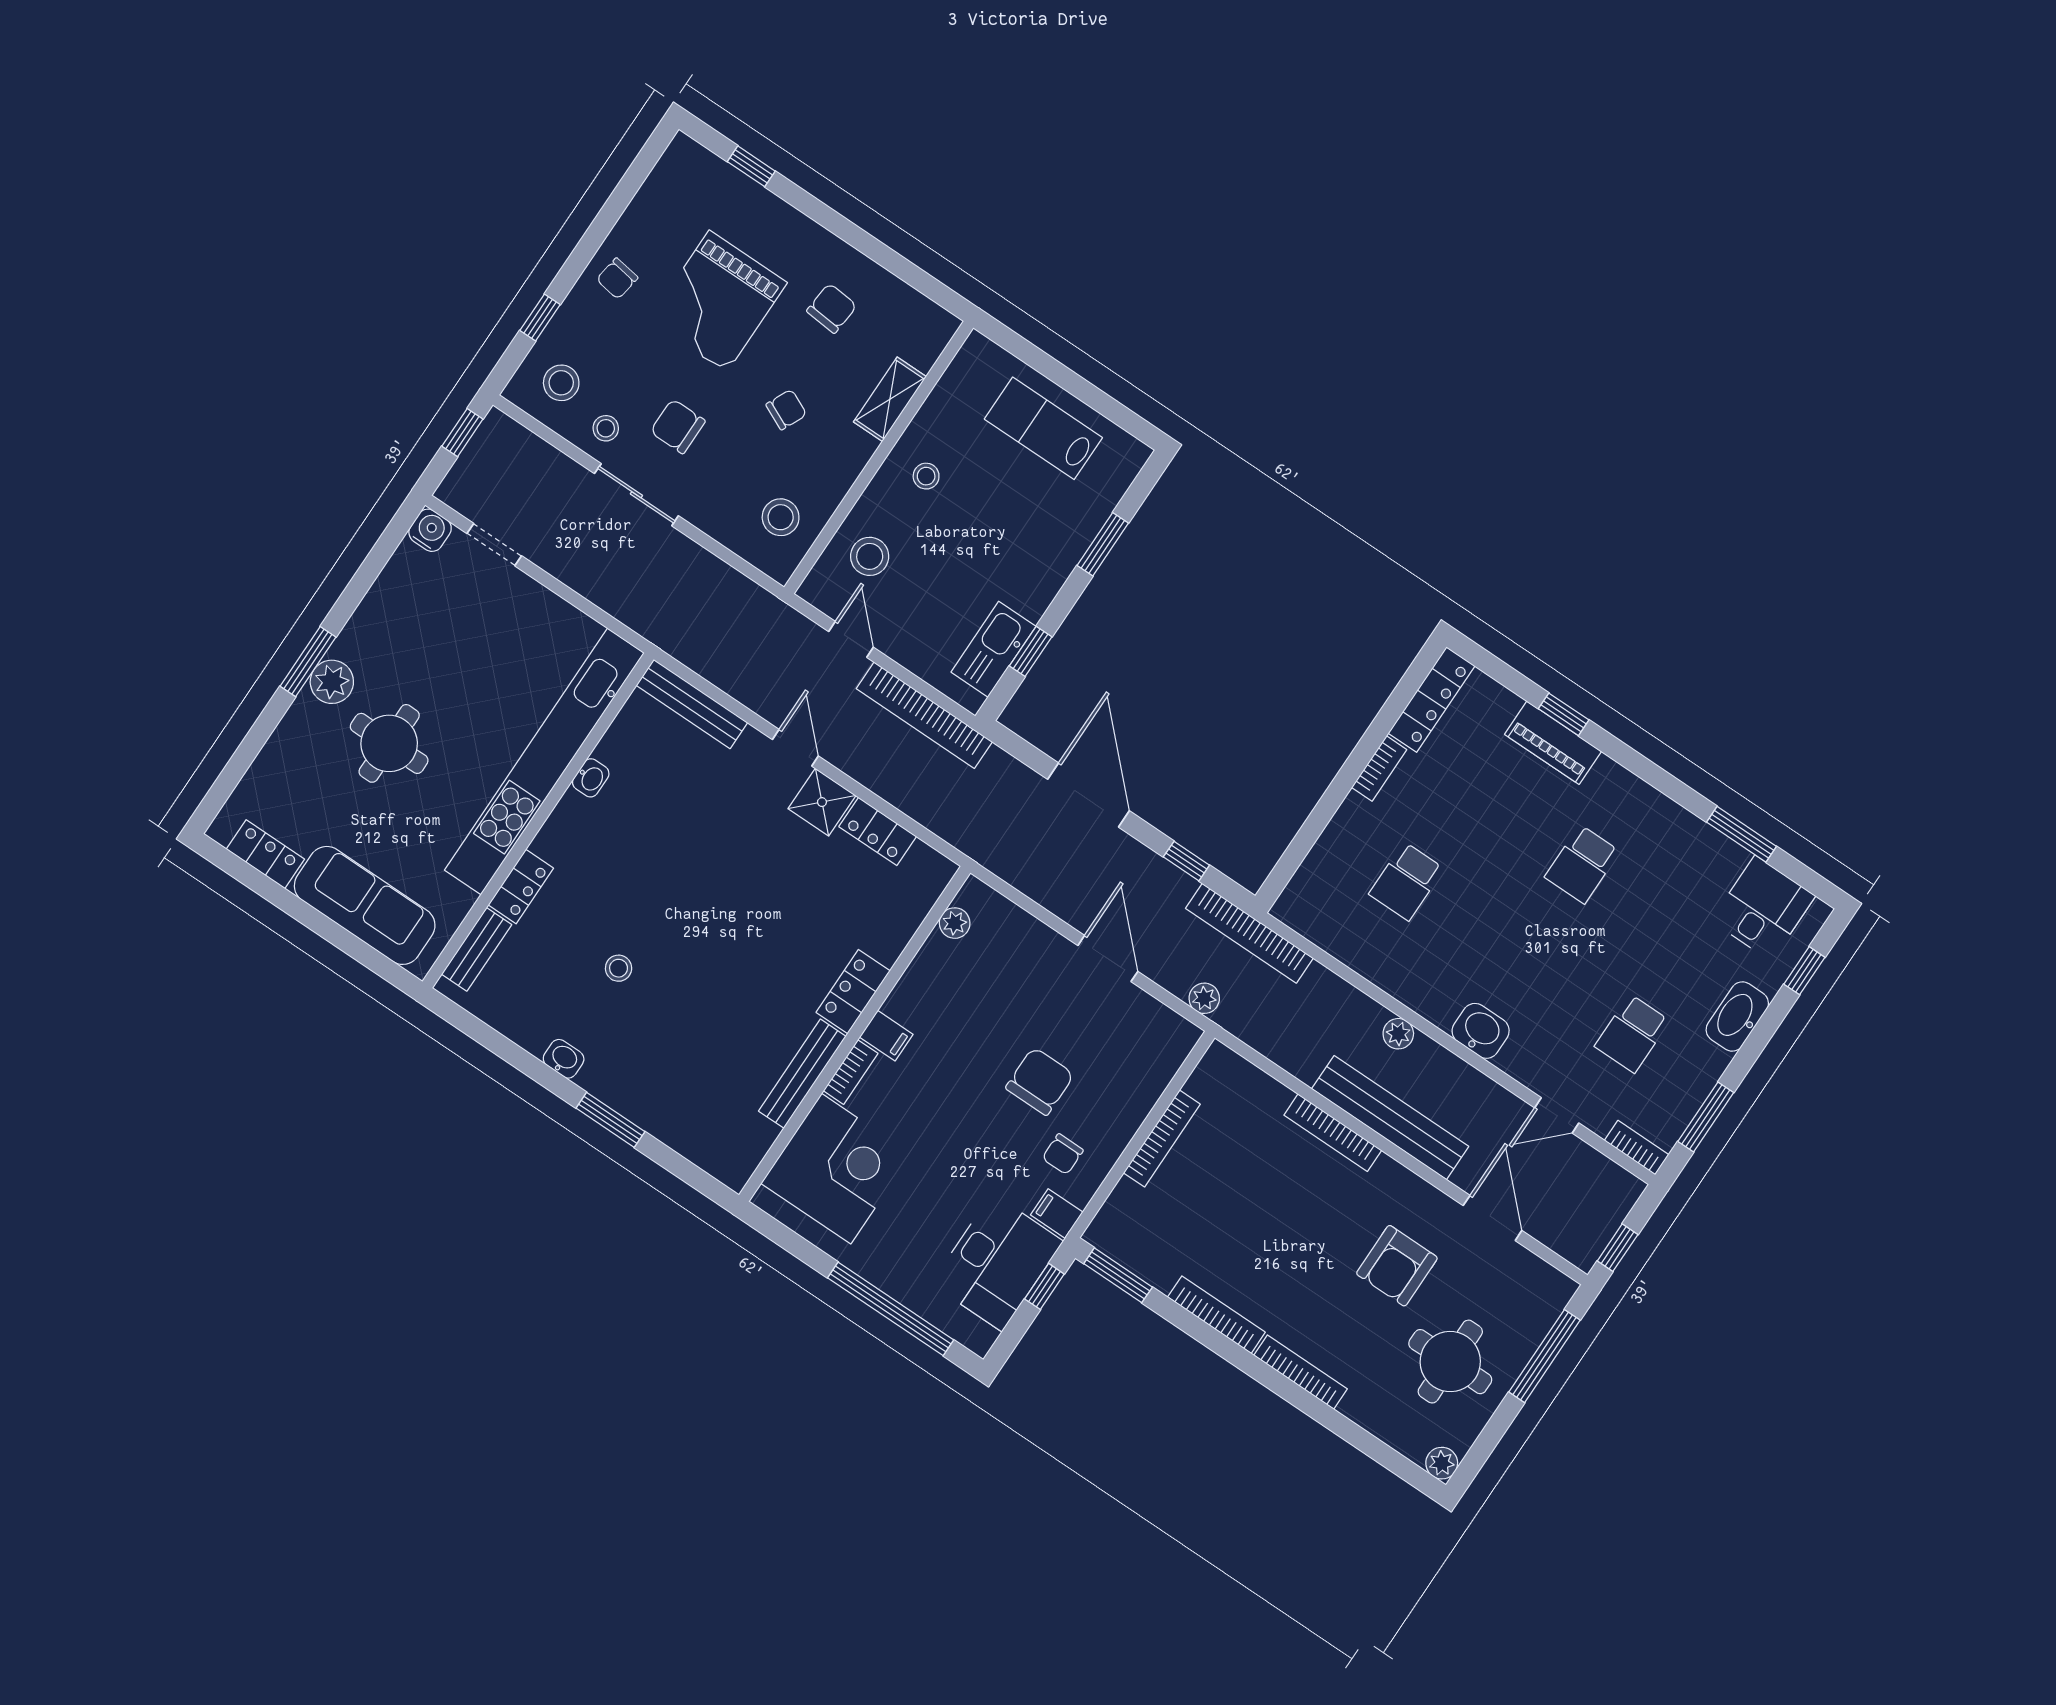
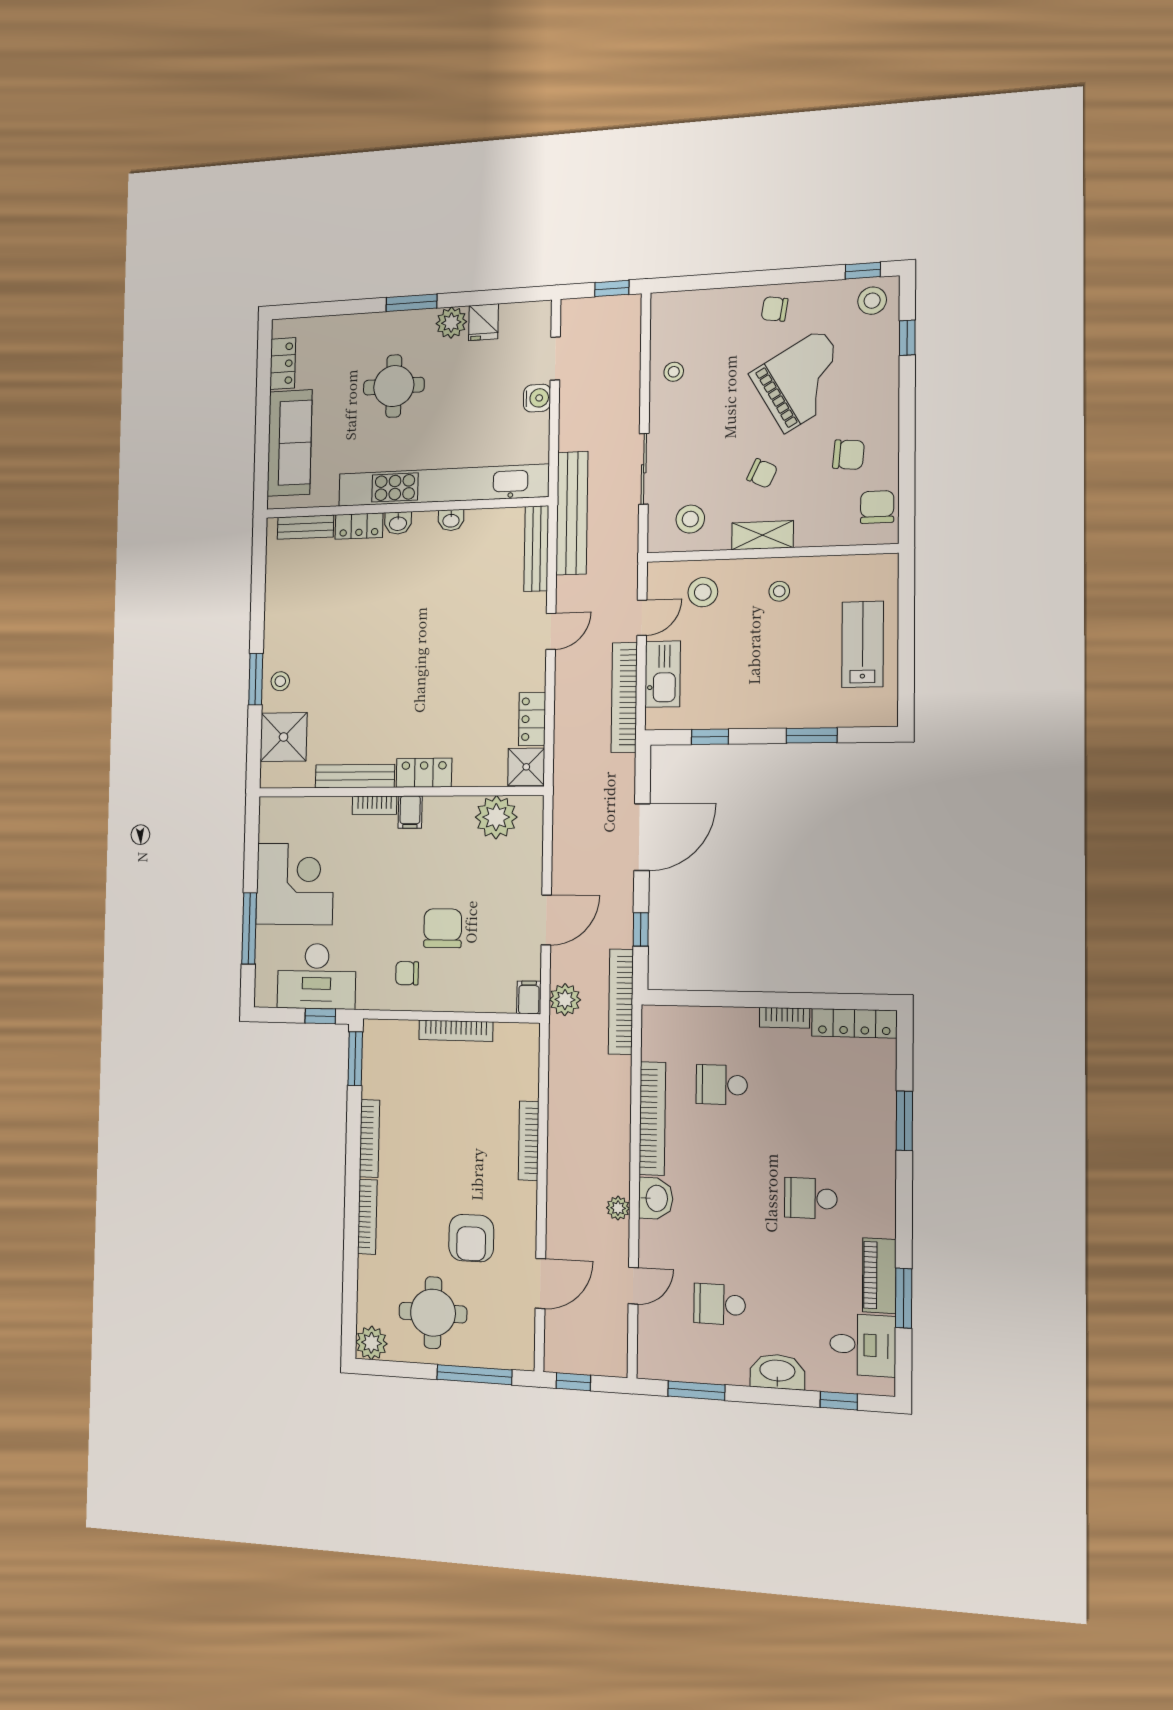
grand piano: (718, 301) -> (803, 381), turned 150
window: (540, 318) -> (863, 271), moved
stool: (561, 383) -> (872, 301), moved
shelving: (890, 399) -> (762, 535), moved
chair: (678, 426) -> (877, 507), moved
sliding door: (636, 495) -> (644, 469), moved
water cooler: (430, 530) -> (537, 398), moved
fridge: (393, 596) -> (483, 322), added
kitchen sink: (993, 649) -> (663, 674), moved, turned 90
plant: (332, 682) -> (451, 323), moved
window: (1564, 714) -> (904, 1121), width x1.50
piano: (1553, 743) -> (879, 1276), moved
shower: (822, 802) -> (526, 767), moved
plant: (955, 923) -> (496, 817), width x1.87, depth x1.87
stool: (619, 968) -> (280, 681), moved
plant: (1204, 998) -> (565, 1000), width x1.38, depth x1.38
plant: (1398, 1034) -> (618, 1208), moved
washbasin: (564, 1059) -> (398, 523), moved, turned 90
chair: (1040, 1081) -> (443, 928), turned -90
door: (1557, 1115) -> (633, 1286), swing flipped
bench: (1390, 1118) -> (572, 513), moved
shower: (700, 1129) -> (284, 737), added
bookcase: (1637, 1148) -> (652, 1118), moved, width x2.31, depth x1.31
corner desk: (836, 1169) -> (295, 884), moved, turned -90
filing cabinet: (1057, 1214) -> (529, 997), moved
armchair: (1397, 1266) -> (471, 1238), turned -90
window: (891, 1309) -> (249, 928), width x0.68
plant: (1442, 1463) -> (371, 1343), width x1.38, depth x1.38

